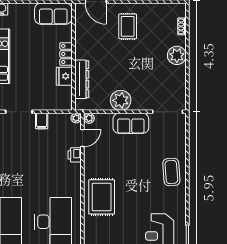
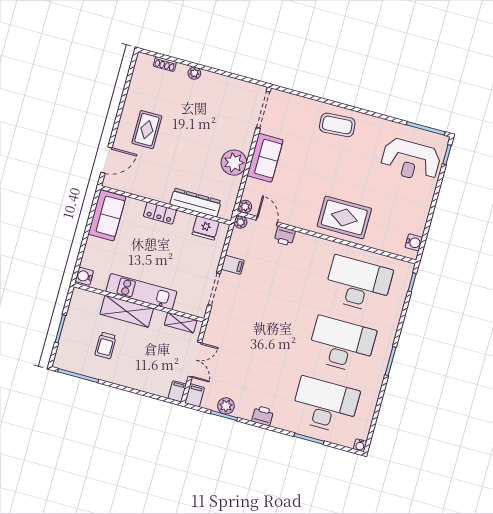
rug: (128, 26) -> (147, 130), turned 90
plant: (177, 55) -> (194, 73), width x0.53, depth x0.53
fridge: (64, 76) -> (206, 228), moved

